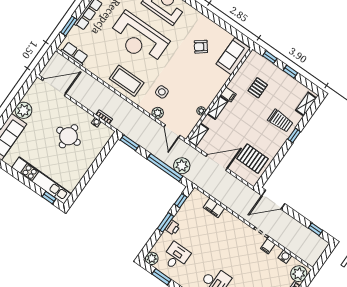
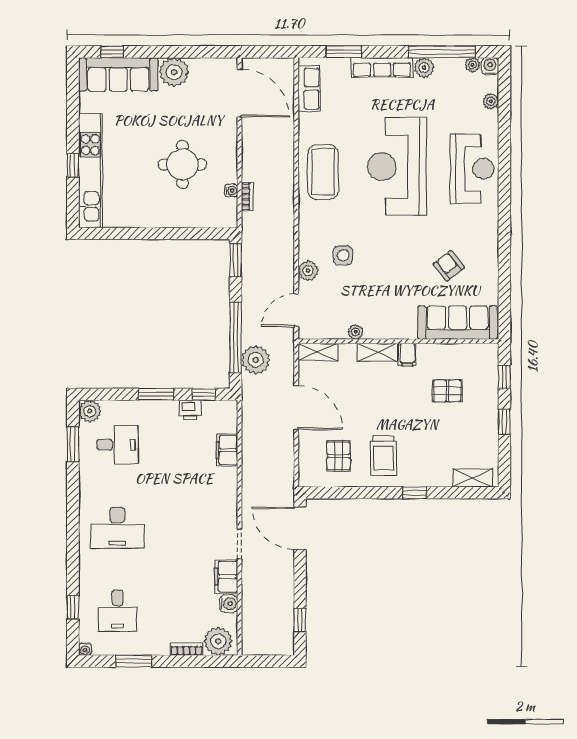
sofa: (233, 56) -> (458, 323), width x1.36
coffee table: (127, 81) -> (323, 172), moved
trolley: (280, 121) -> (383, 455), moved
pallet: (253, 159) -> (338, 456), width x0.67, depth x0.71
window: (49, 198) -> (73, 165), moved
printer: (173, 228) -> (190, 410), moved
filing cabinet: (268, 246) -> (226, 577), width x2.00

